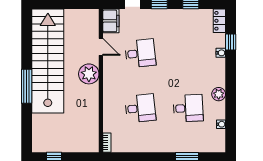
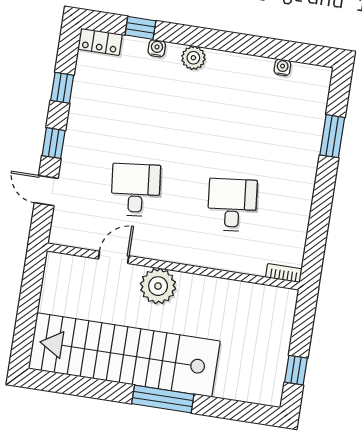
filing cabinet: (111, 21) -> (71, 233), removed
plant: (219, 94) -> (193, 58), moved
desk: (188, 108) -> (245, 121), removed

